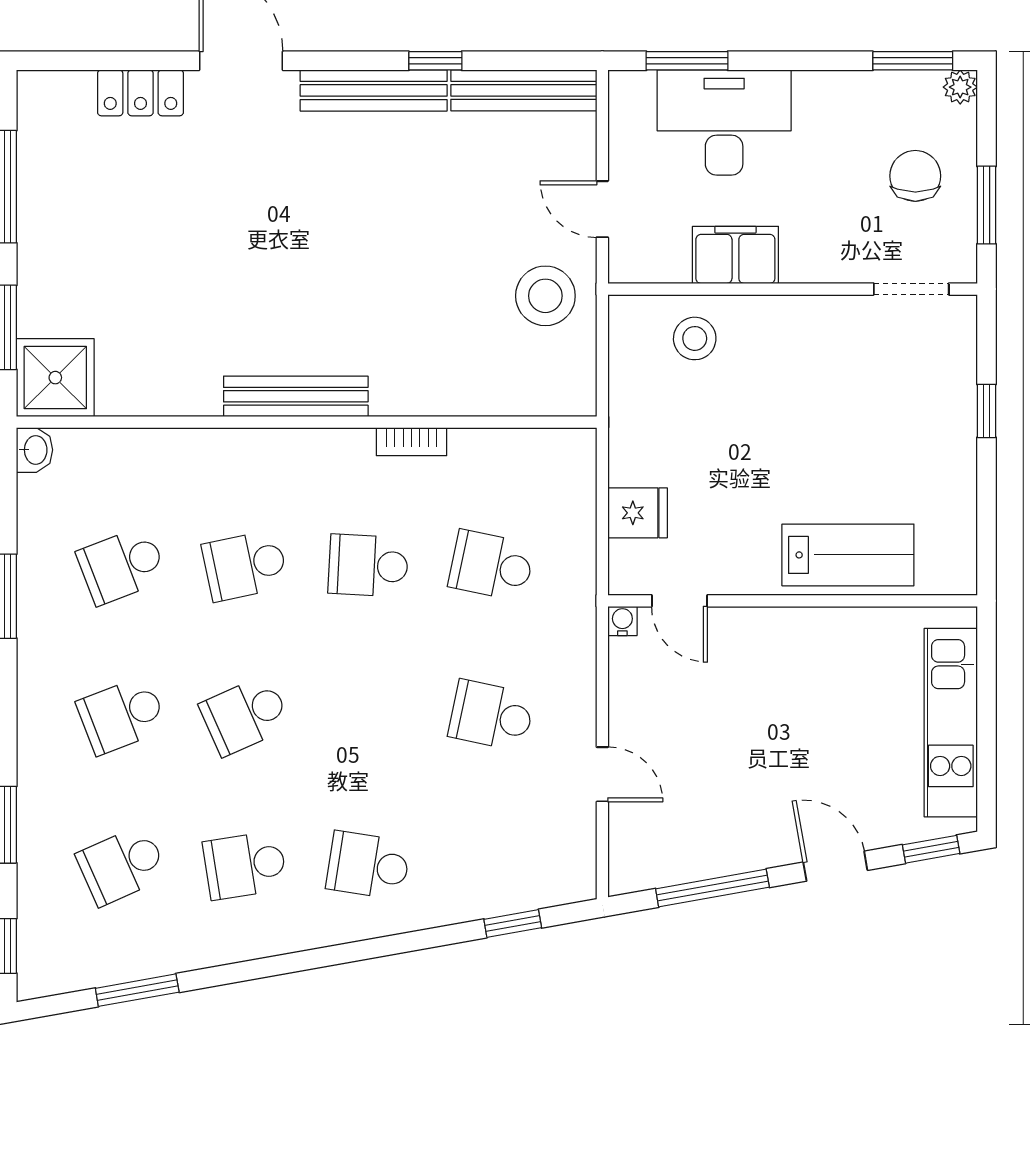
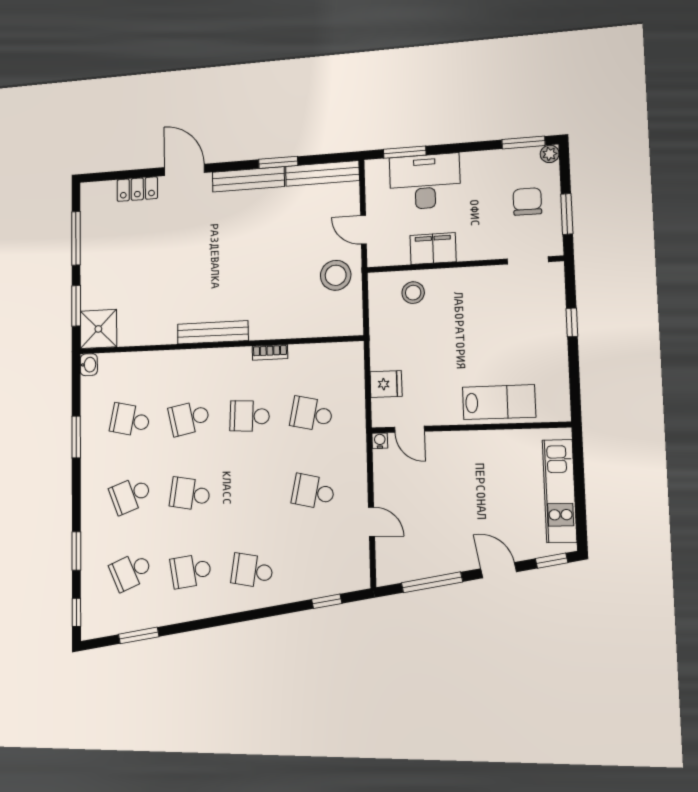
window: (435, 61) -> (278, 162), width x1.50
school desk: (122, 566) -> (130, 420), turned 33
school desk: (245, 715) -> (190, 494), turned 33

